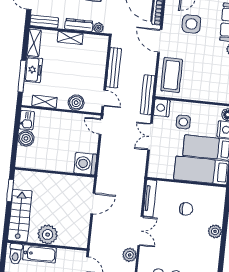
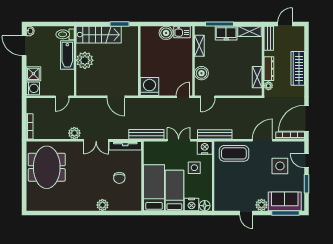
shelving: (70, 38) -> (257, 77), moved
bench: (114, 68) -> (146, 134), moved

